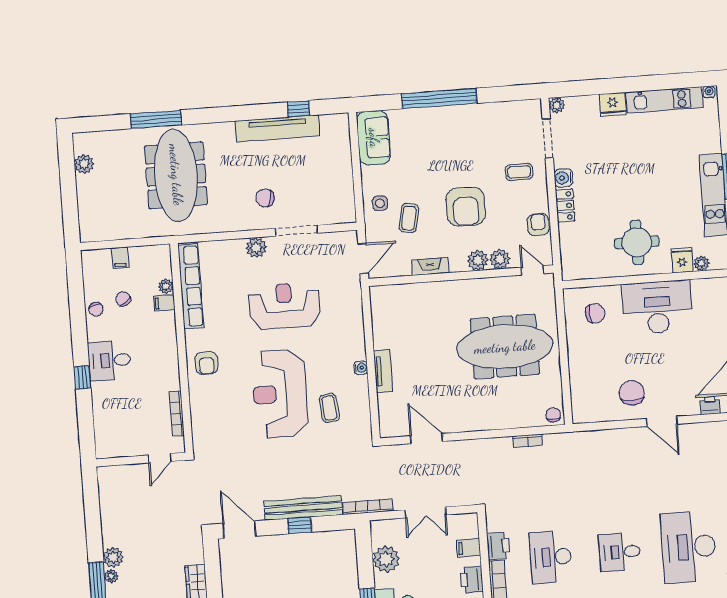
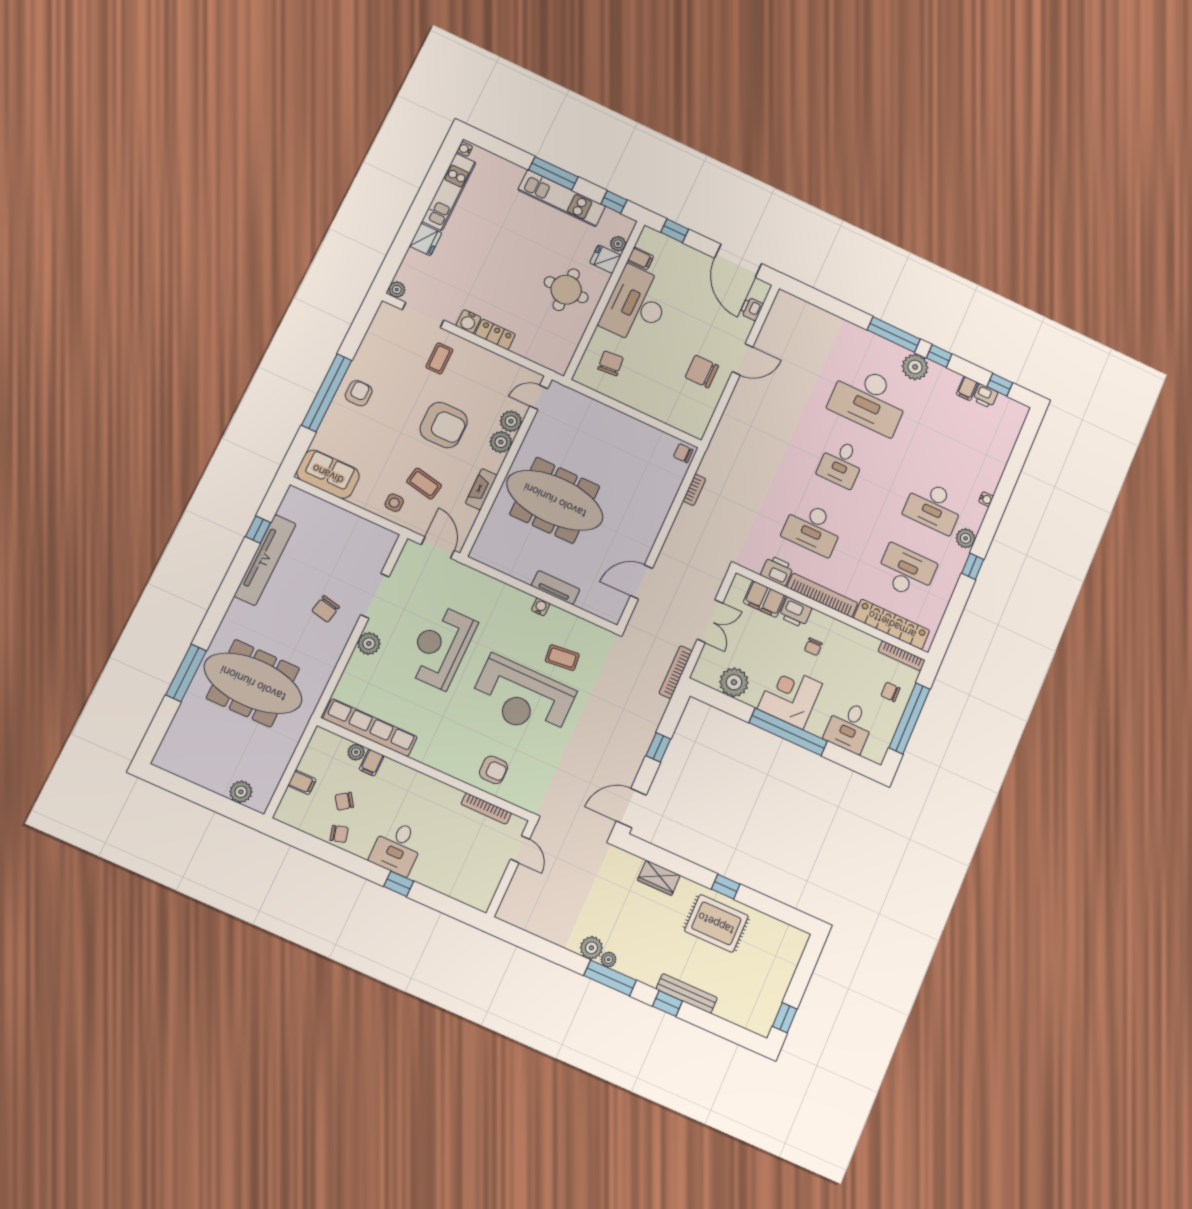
plant: (84, 164) -> (241, 792), moved
armchair: (538, 225) -> (359, 393), moved, turned 90
filing cabinet: (700, 289) -> (641, 258), added
meeting table: (505, 347) -> (555, 500), moved, turned 90
armchair: (206, 363) -> (494, 770), moved
bench: (303, 508) -> (644, 735), removed
filing cabinet: (469, 548) -> (764, 599), width x2.00

